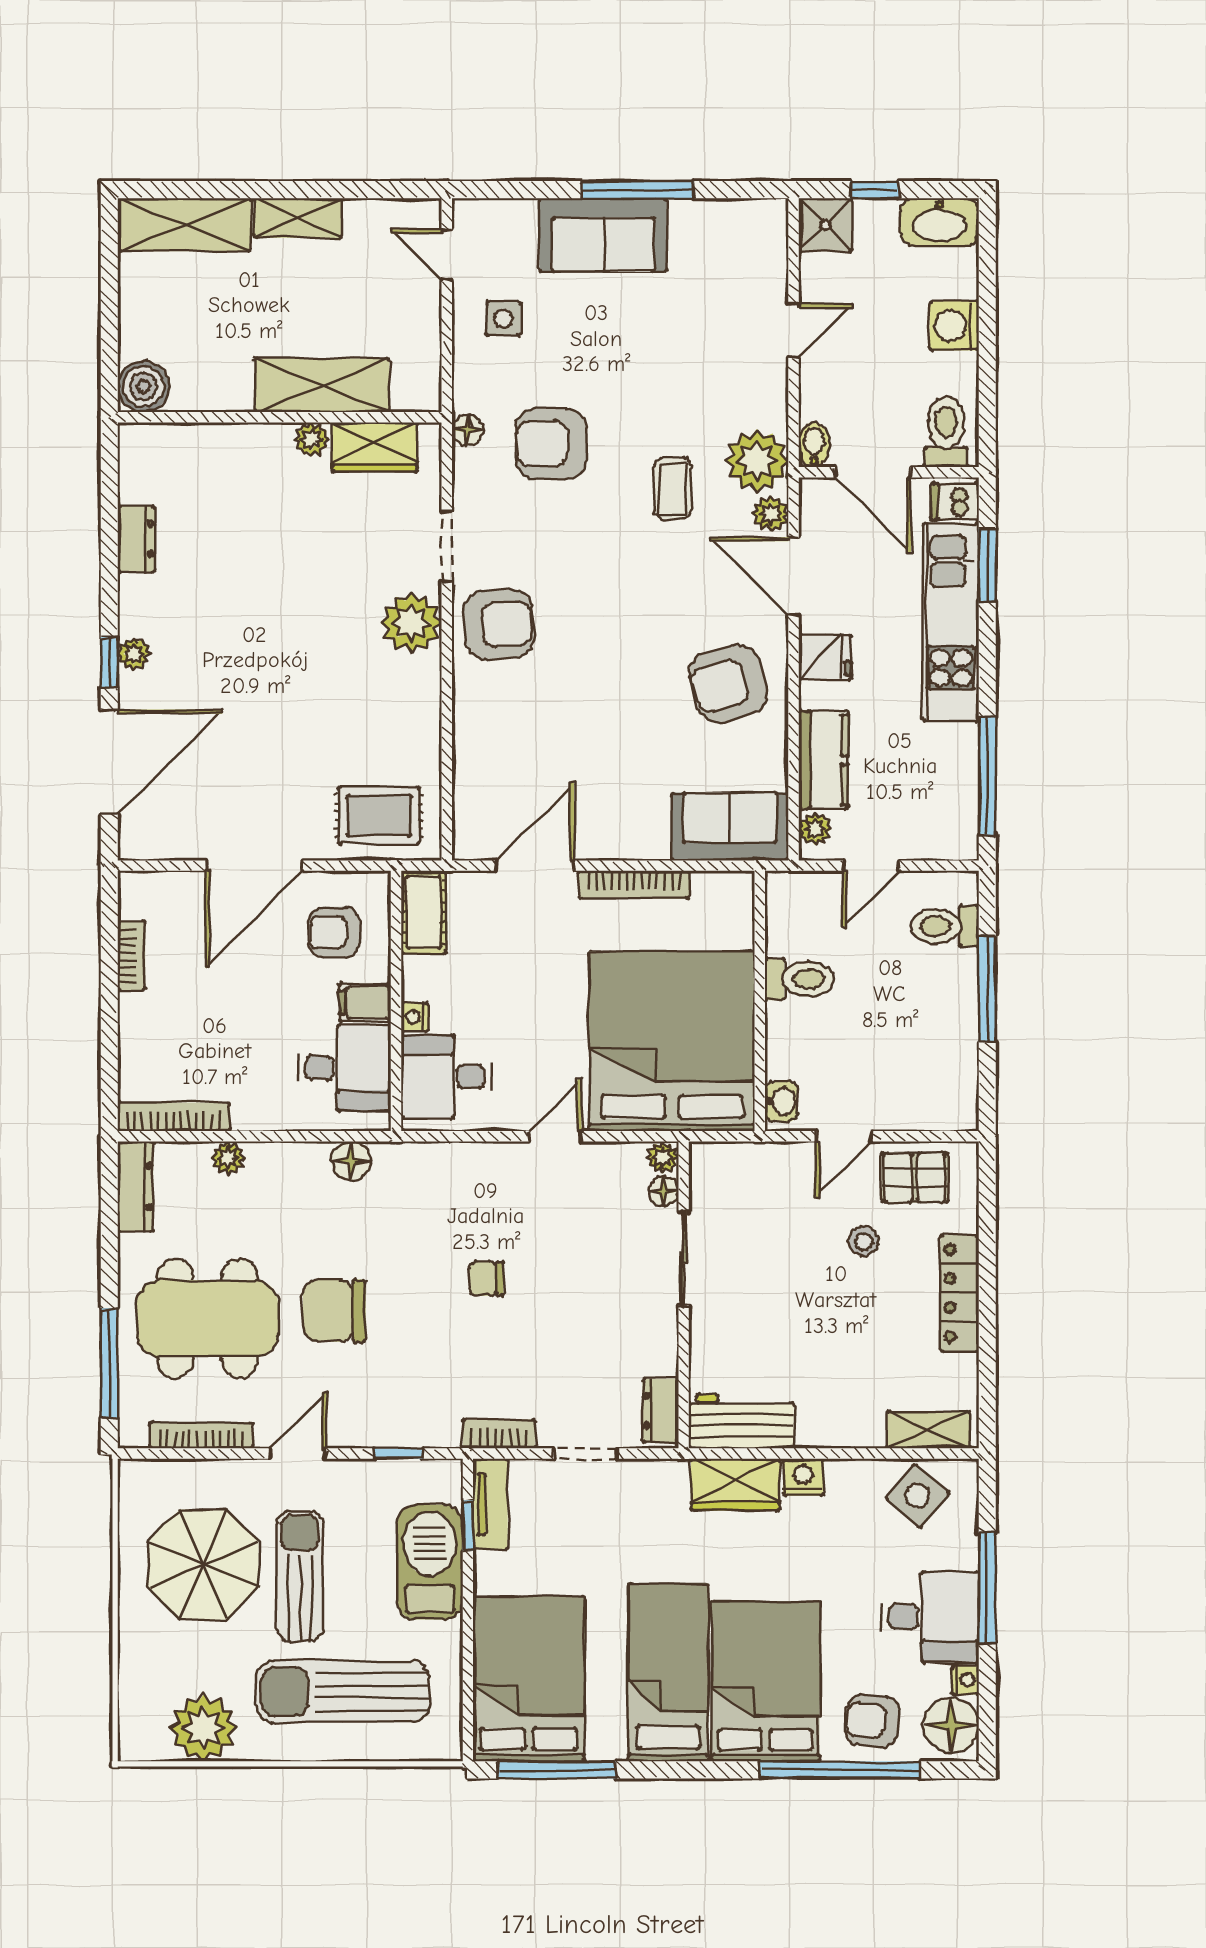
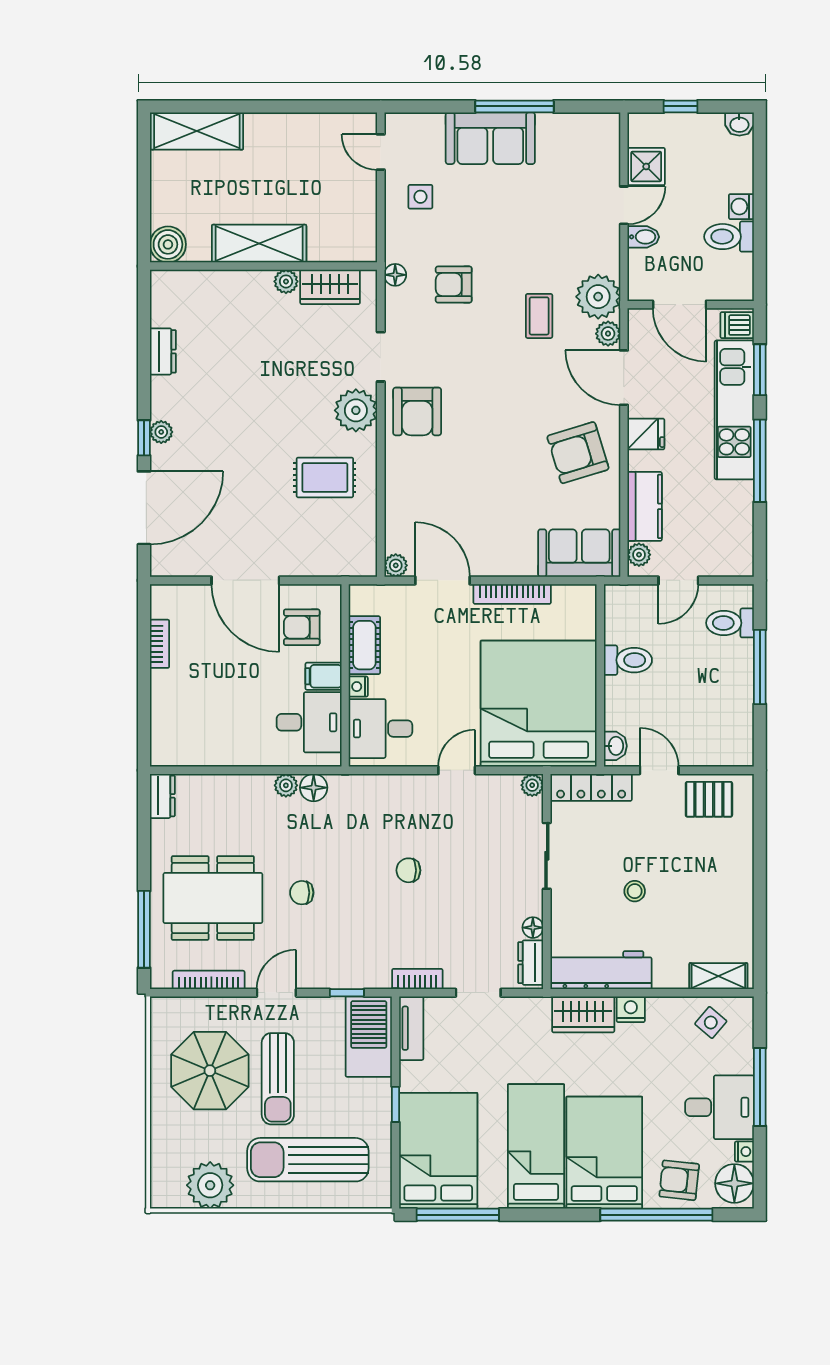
shelving: (298, 218) -> (276, 126), removed
washbasin: (940, 222) -> (739, 124), width x0.52, depth x0.69
shower: (825, 225) -> (646, 166), moved
washing machine: (954, 326) -> (741, 207), width x0.73, depth x0.73
shelving: (322, 385) -> (259, 244), moved
toilet: (946, 432) -> (729, 237), moved, turned -90
armchair: (551, 444) -> (454, 285), width x0.72, depth x0.72
bidet: (814, 445) -> (643, 237), moved, turned 90
armchair: (499, 625) -> (417, 411), turned 94
window: (987, 776) -> (760, 461), moved
rug: (379, 815) -> (325, 477), moved
plant: (468, 844) -> (396, 565), added
door: (254, 866) -> (245, 580), hinge flipped
door: (535, 866) -> (442, 580), hinge flipped
cot: (424, 912) -> (364, 645), moved
bookcase: (174, 1117) -> (189, 757), removed
door: (844, 1136) -> (659, 770), swing flipped
plant: (228, 1158) -> (286, 785), moved
dresser: (135, 1187) -> (162, 796), width x0.70
floor lamp: (664, 1191) -> (533, 928), moved
stool: (864, 1241) -> (635, 891), moved
locker: (960, 1293) -> (591, 787), moved, turned -90
chair: (334, 1311) -> (302, 893), width x0.54, depth x0.54
workbench: (741, 1421) -> (601, 970), width x1.38
side table: (917, 1496) -> (711, 1022), width x0.73, depth x0.73
window: (468, 1525) -> (396, 1104), moved
barbecue: (430, 1562) -> (369, 1037), moved
sun lounger: (300, 1576) -> (278, 1079), turned 180

